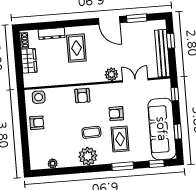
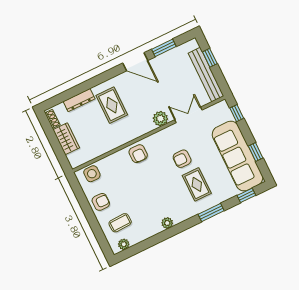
coffee table: (91, 132) -> (120, 223), moved
plant: (88, 156) -> (167, 223), width x0.53, depth x0.53
plant: (53, 163) -> (124, 244), moved

